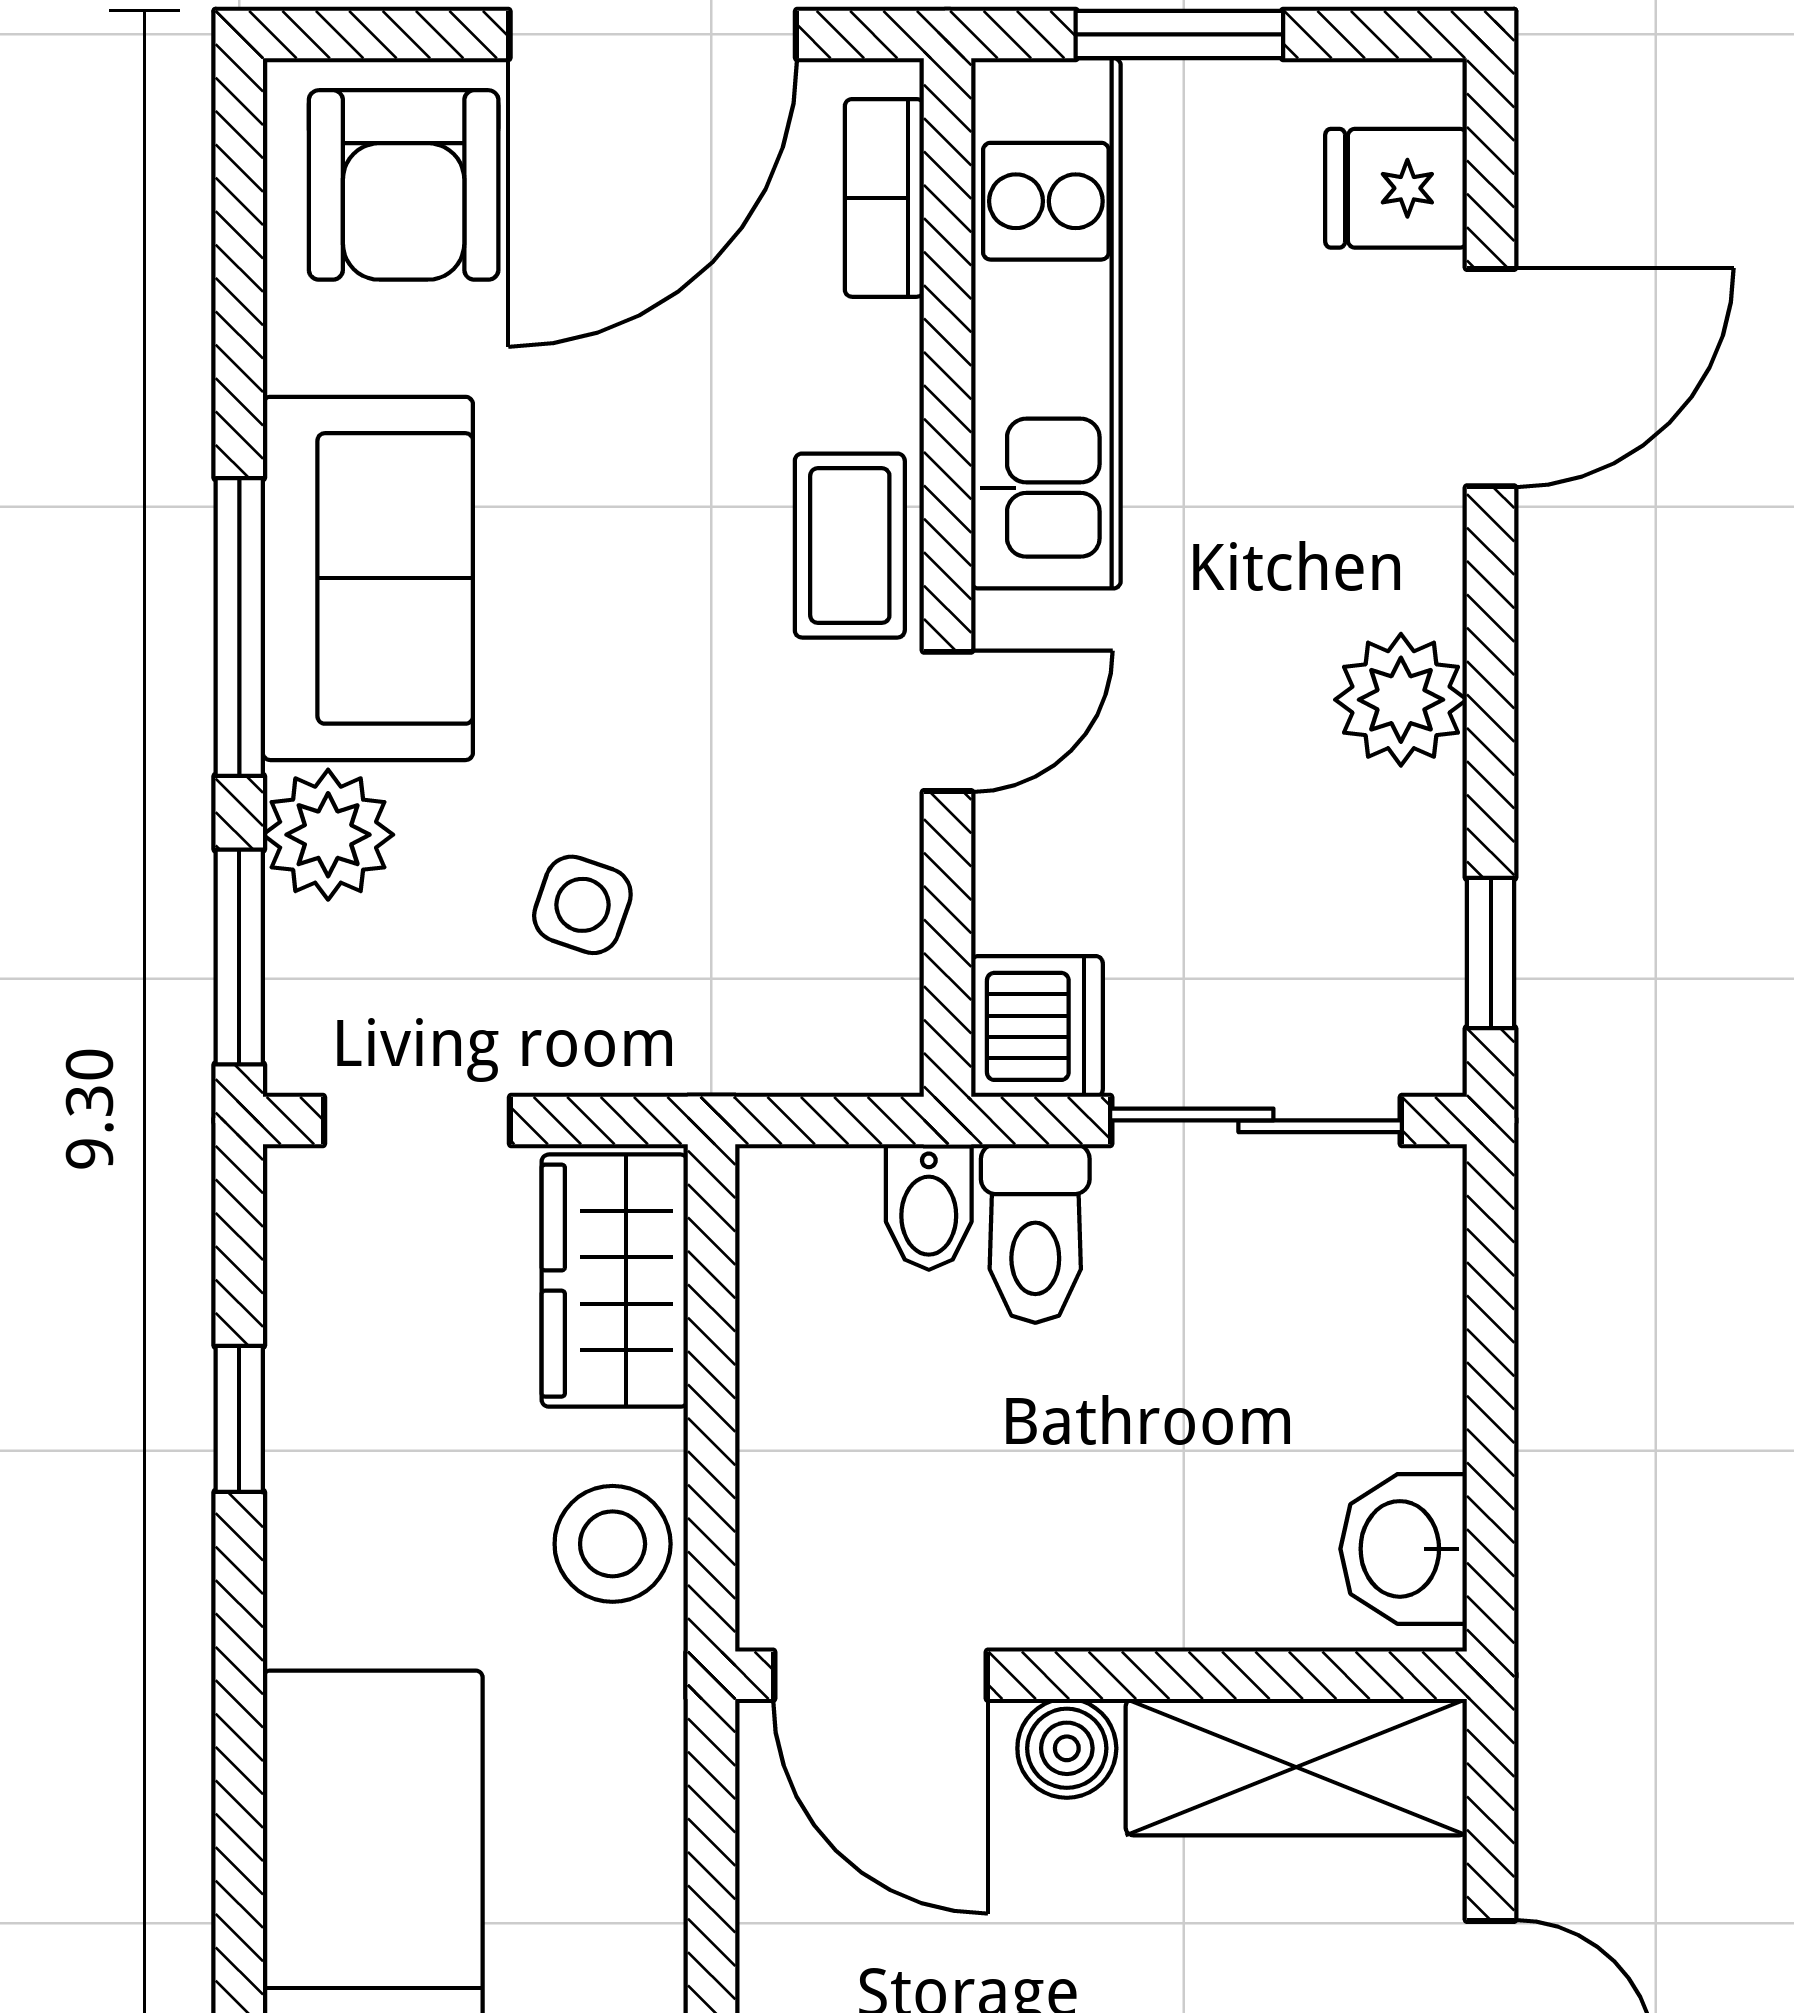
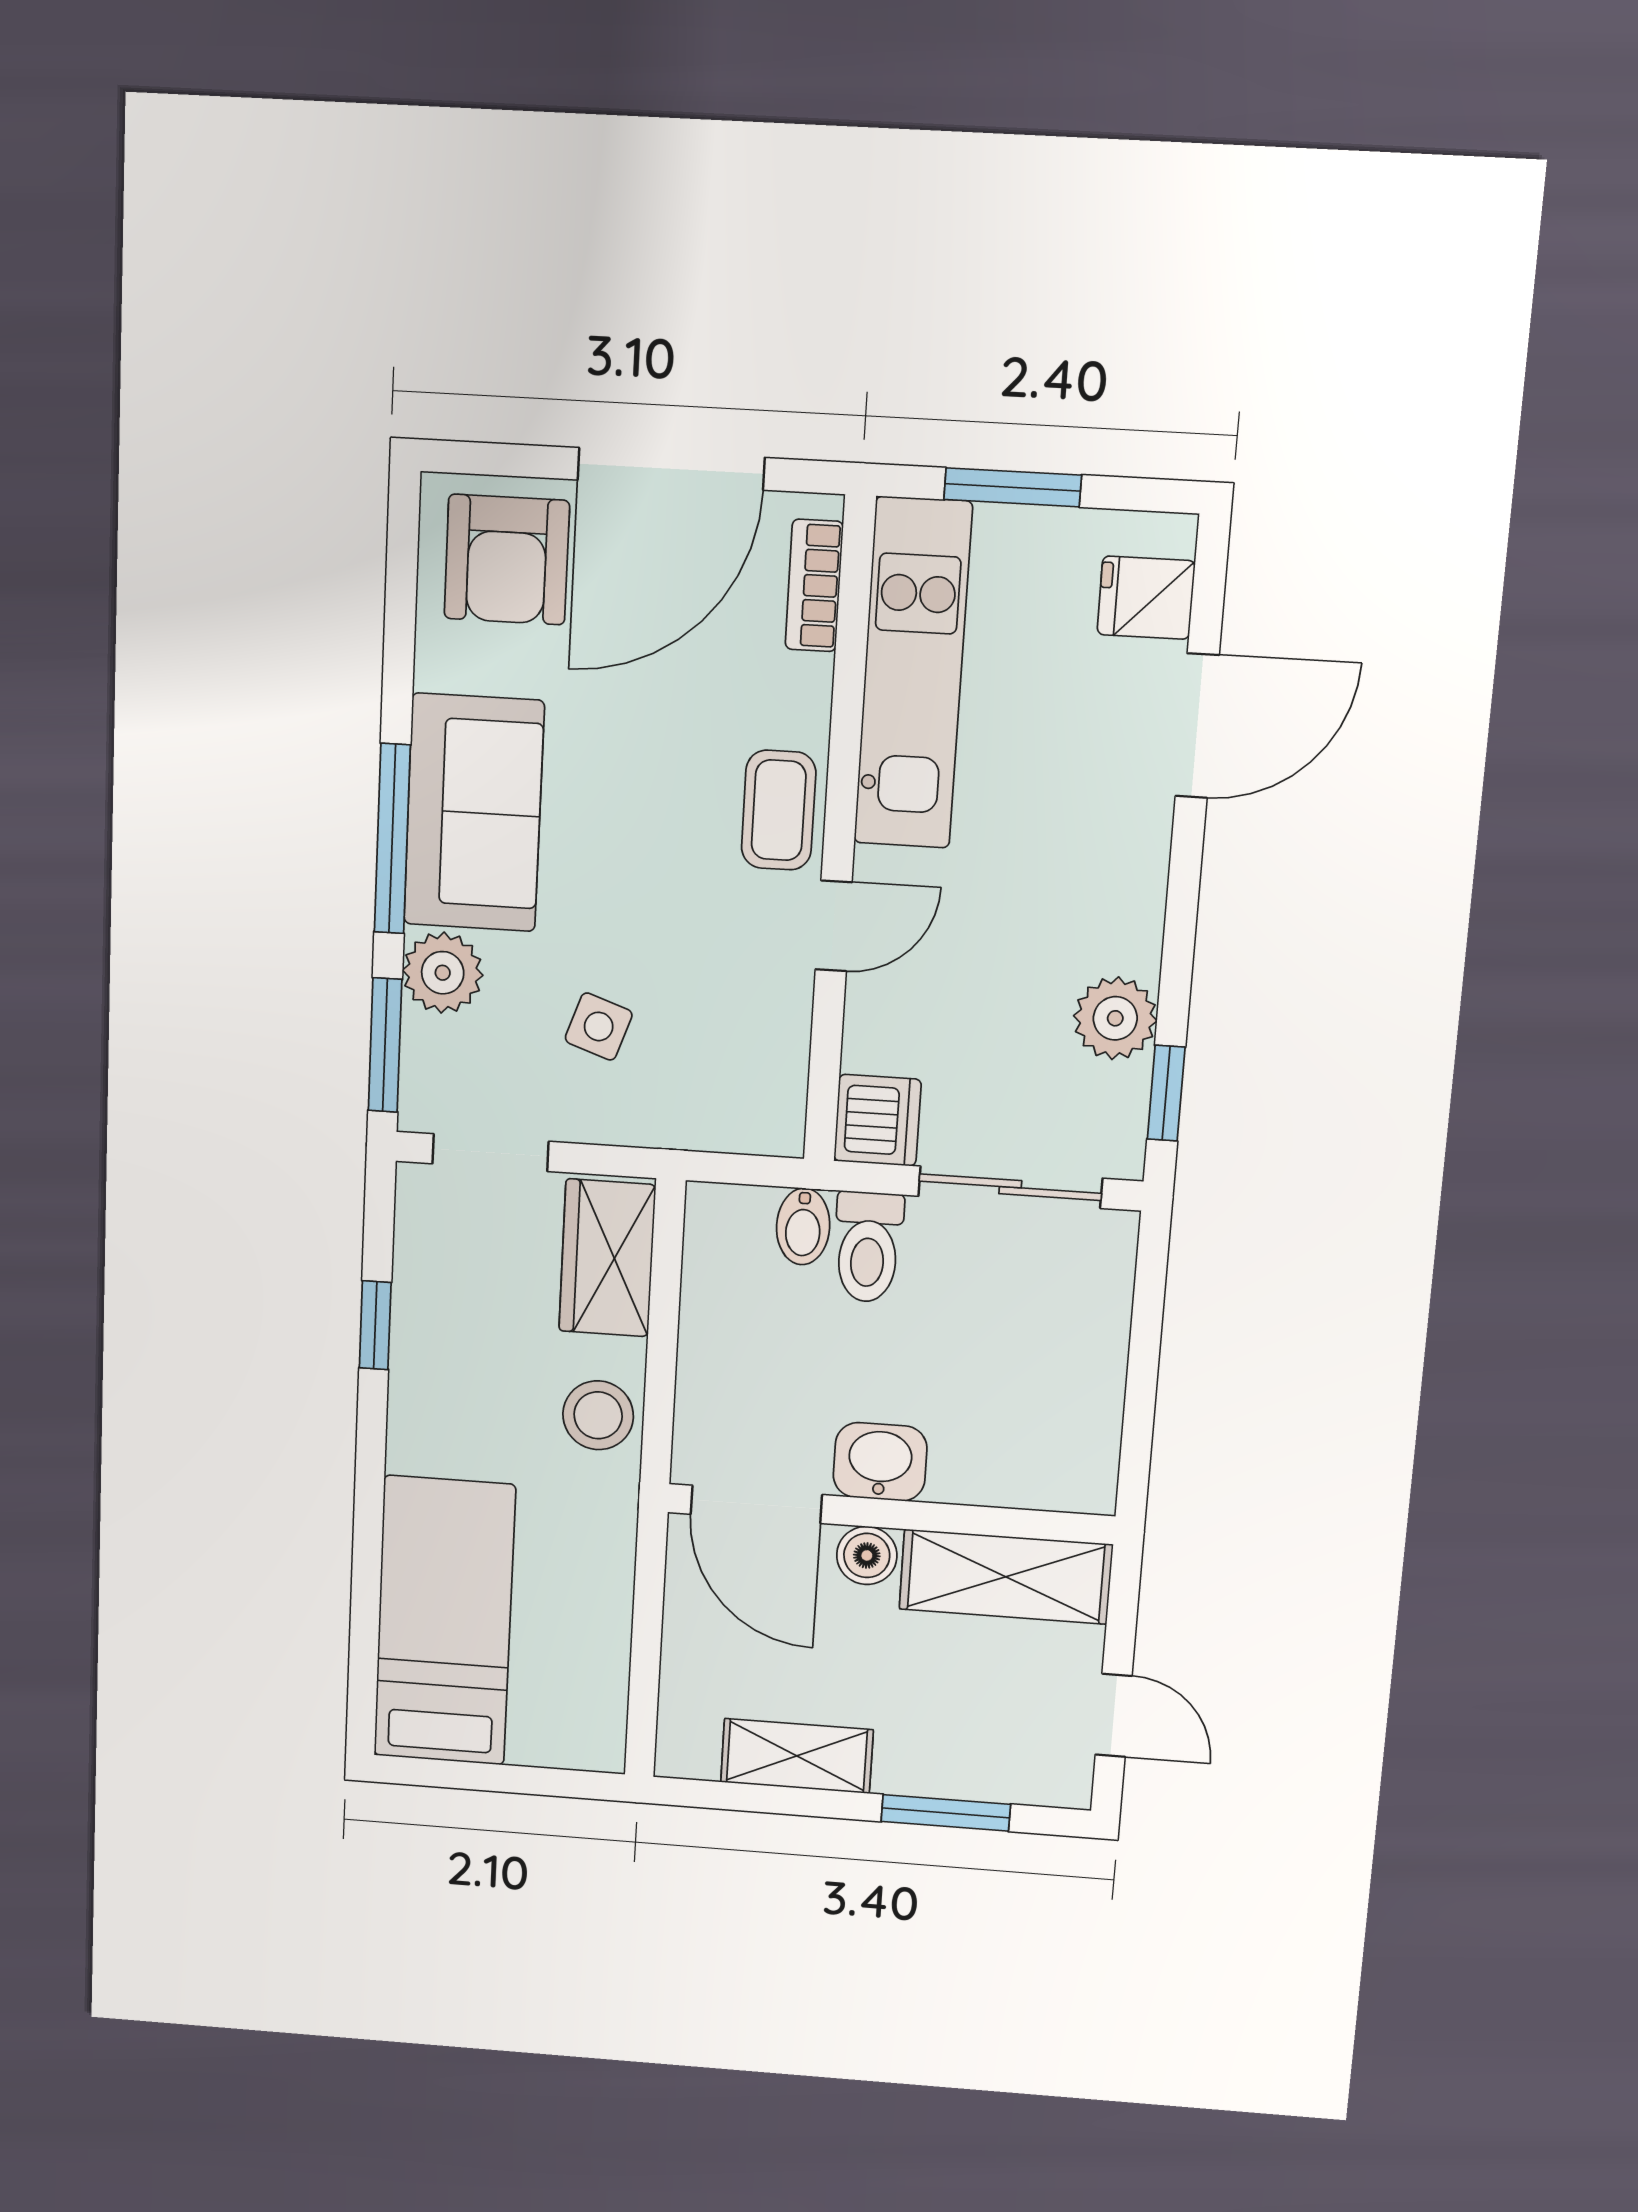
plant: (1401, 700) -> (1115, 1018), moved
washbasin: (1404, 1549) -> (880, 1462), moved, turned 90

